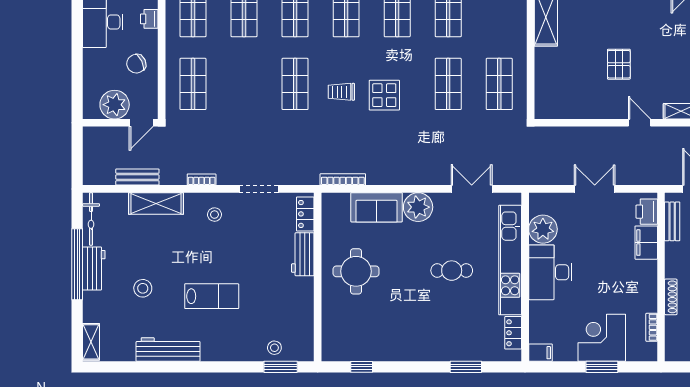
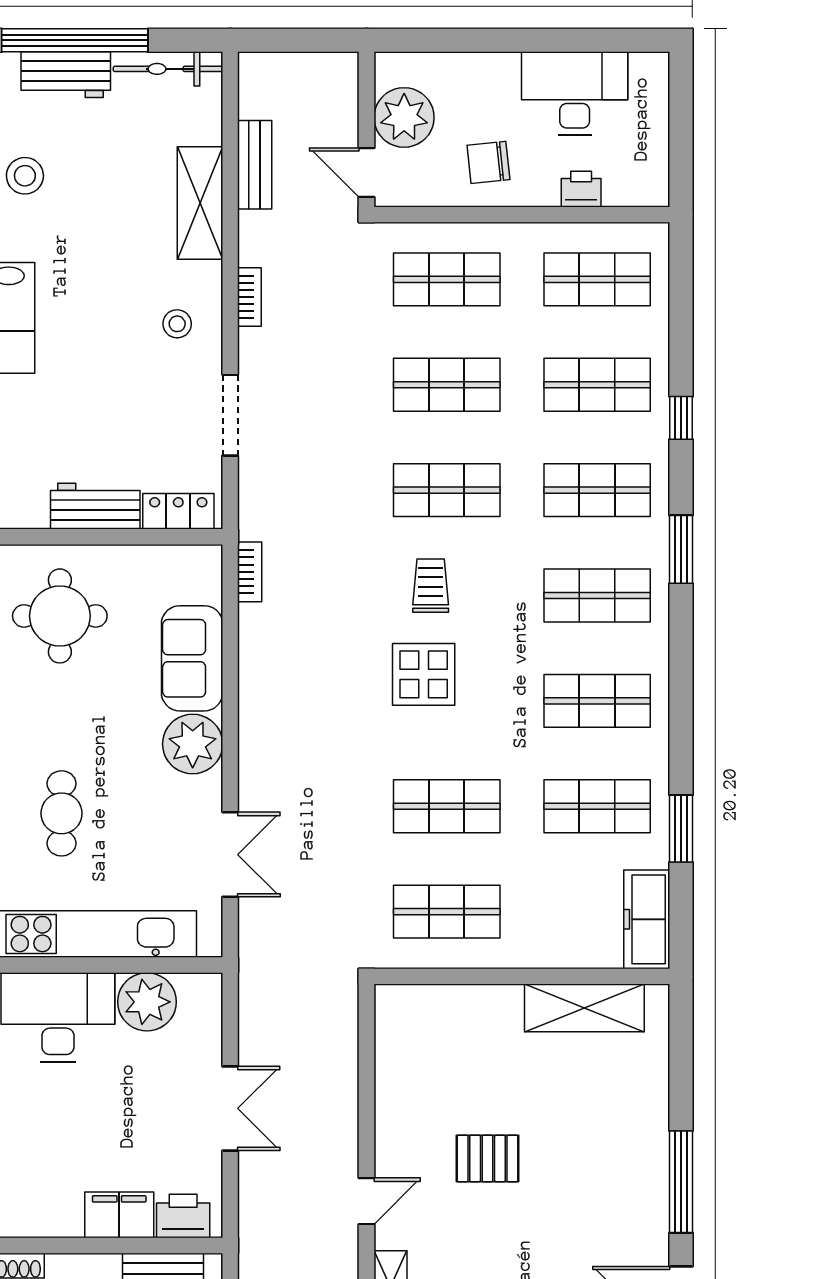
chair: (136, 64) -> (488, 162), turned -71
shop shelf: (244, 84) -> (447, 385), added
bookcase: (343, 179) -> (250, 572), width x0.64

